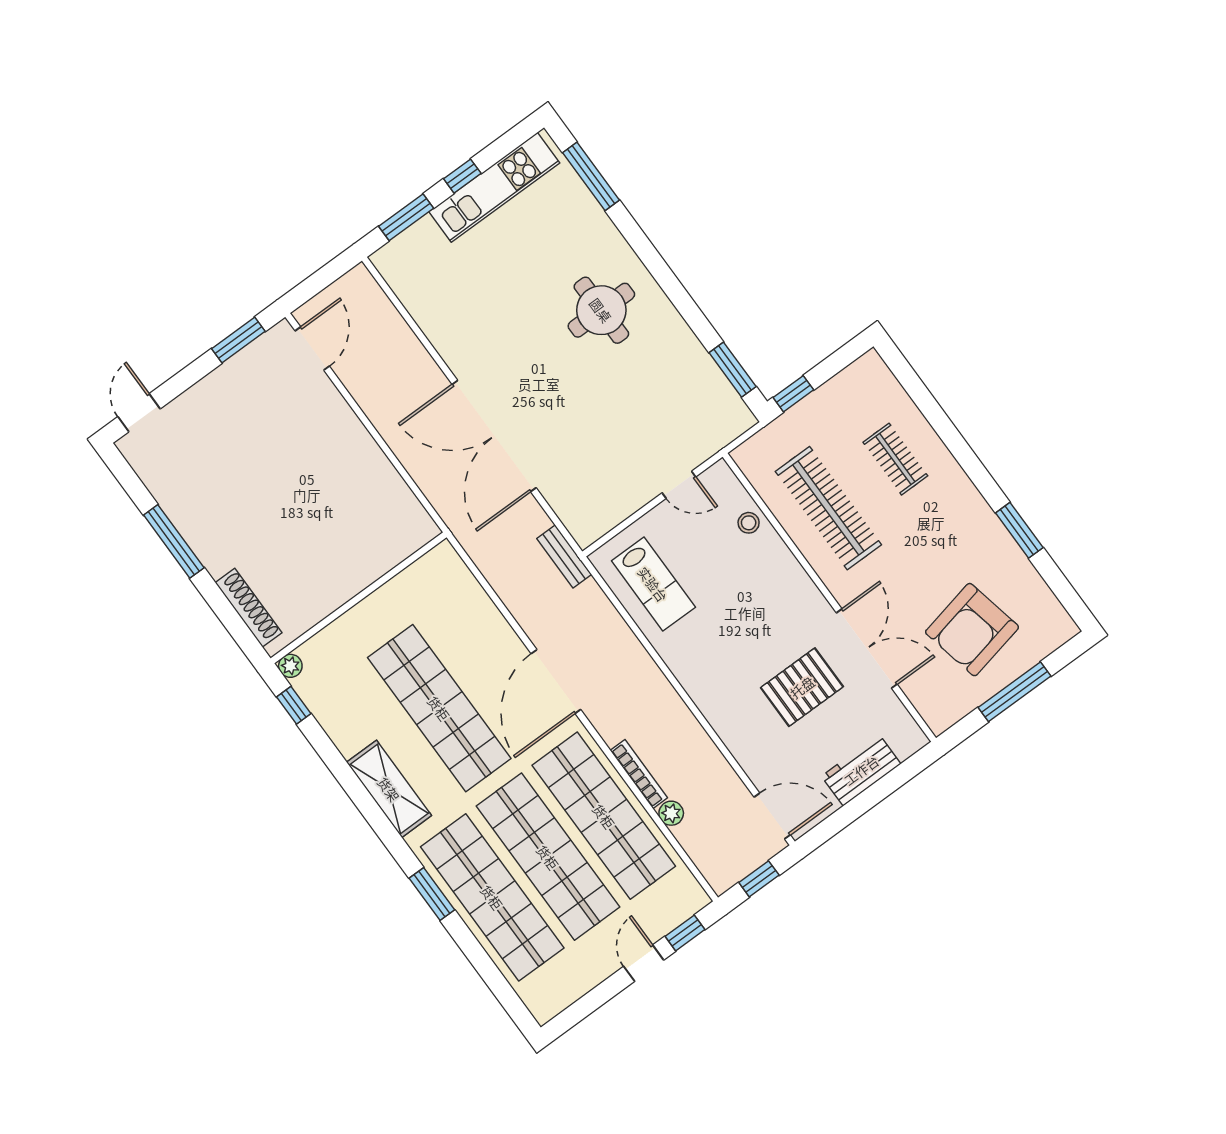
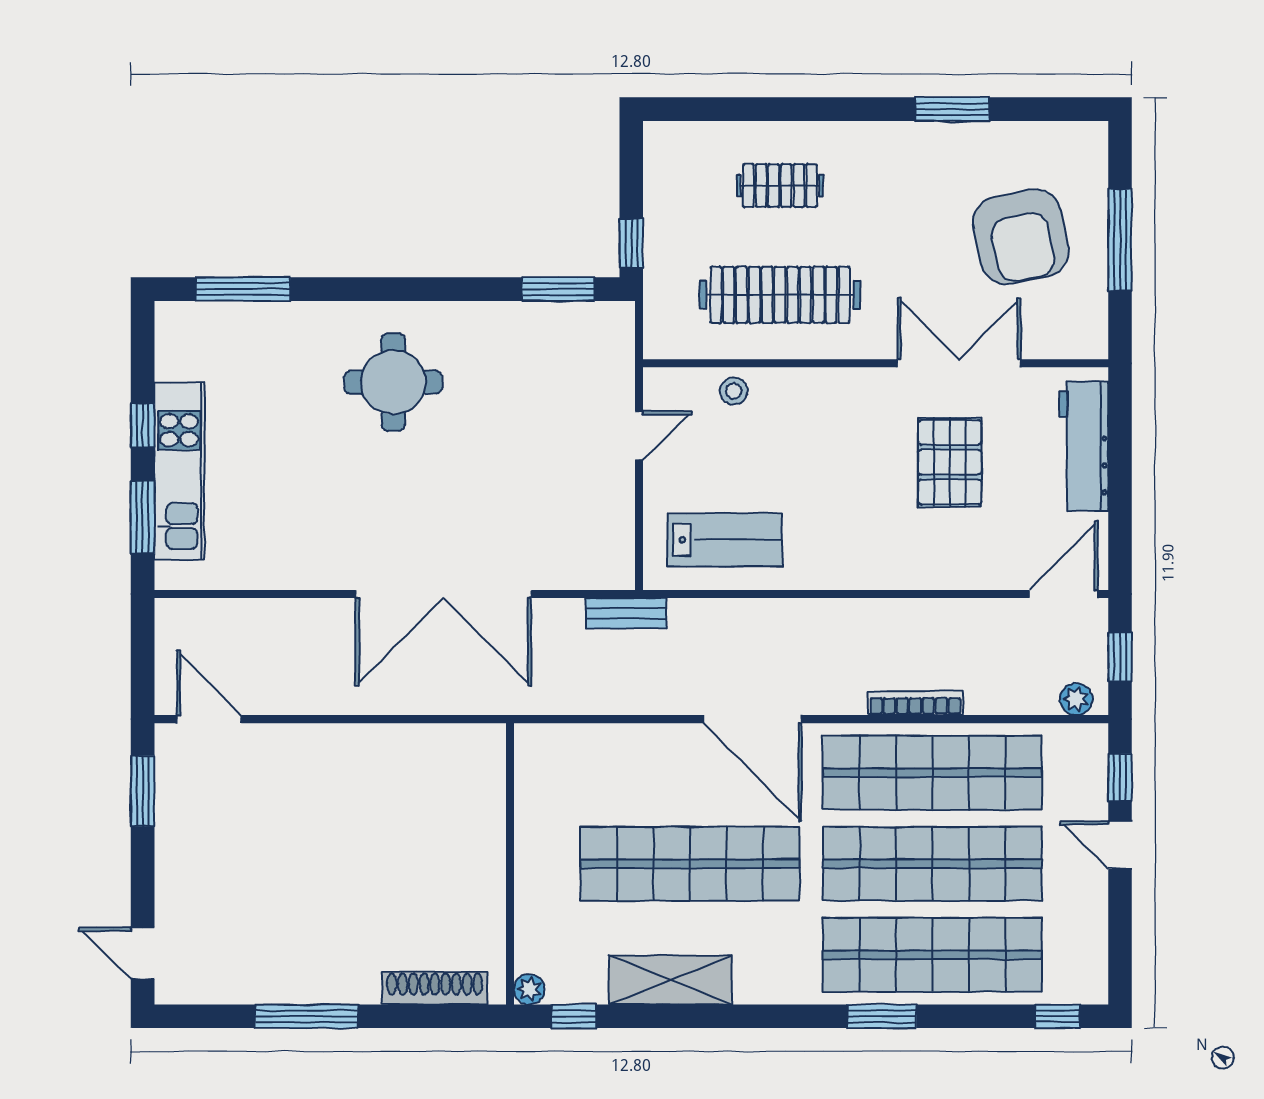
kitchen unit: (494, 187) -> (179, 471), moved
workbench: (861, 770) -> (1084, 446), width x1.38
shelving: (389, 789) -> (670, 980), moved
plant: (671, 813) -> (1076, 699), moved
window: (511, 1002) -> (1058, 1016), added

